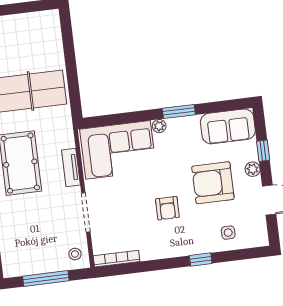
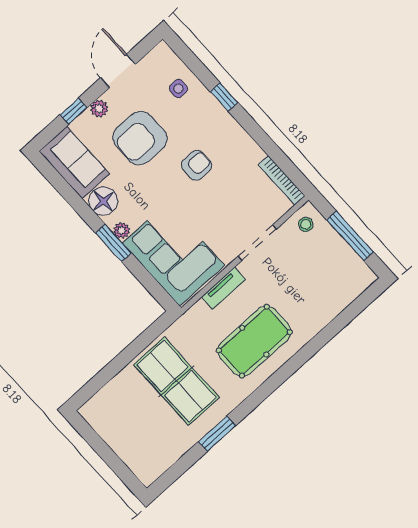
window: (179, 111) -> (113, 243), moved
floor lamp: (188, 128) -> (103, 201), added
armchair: (213, 183) -> (140, 138), turned 90

